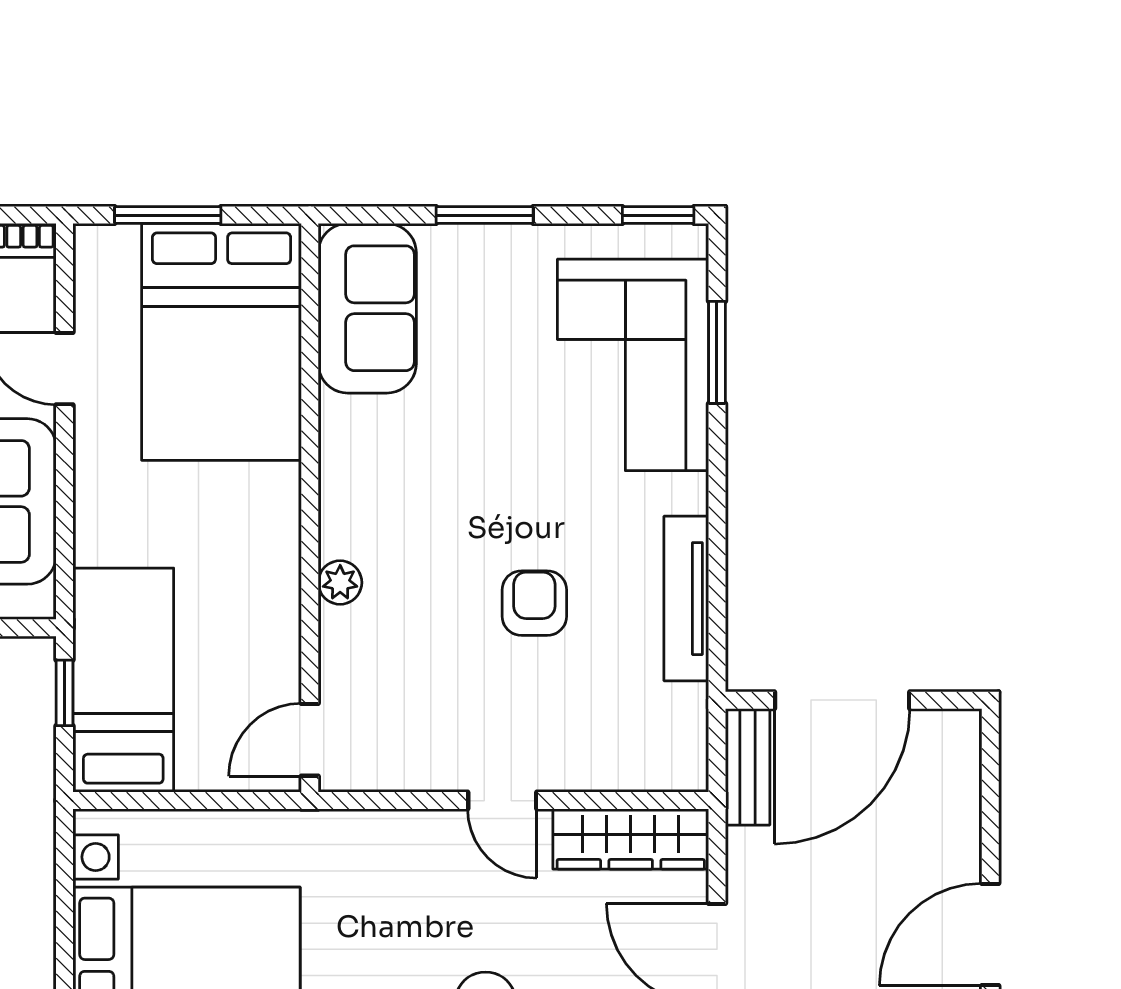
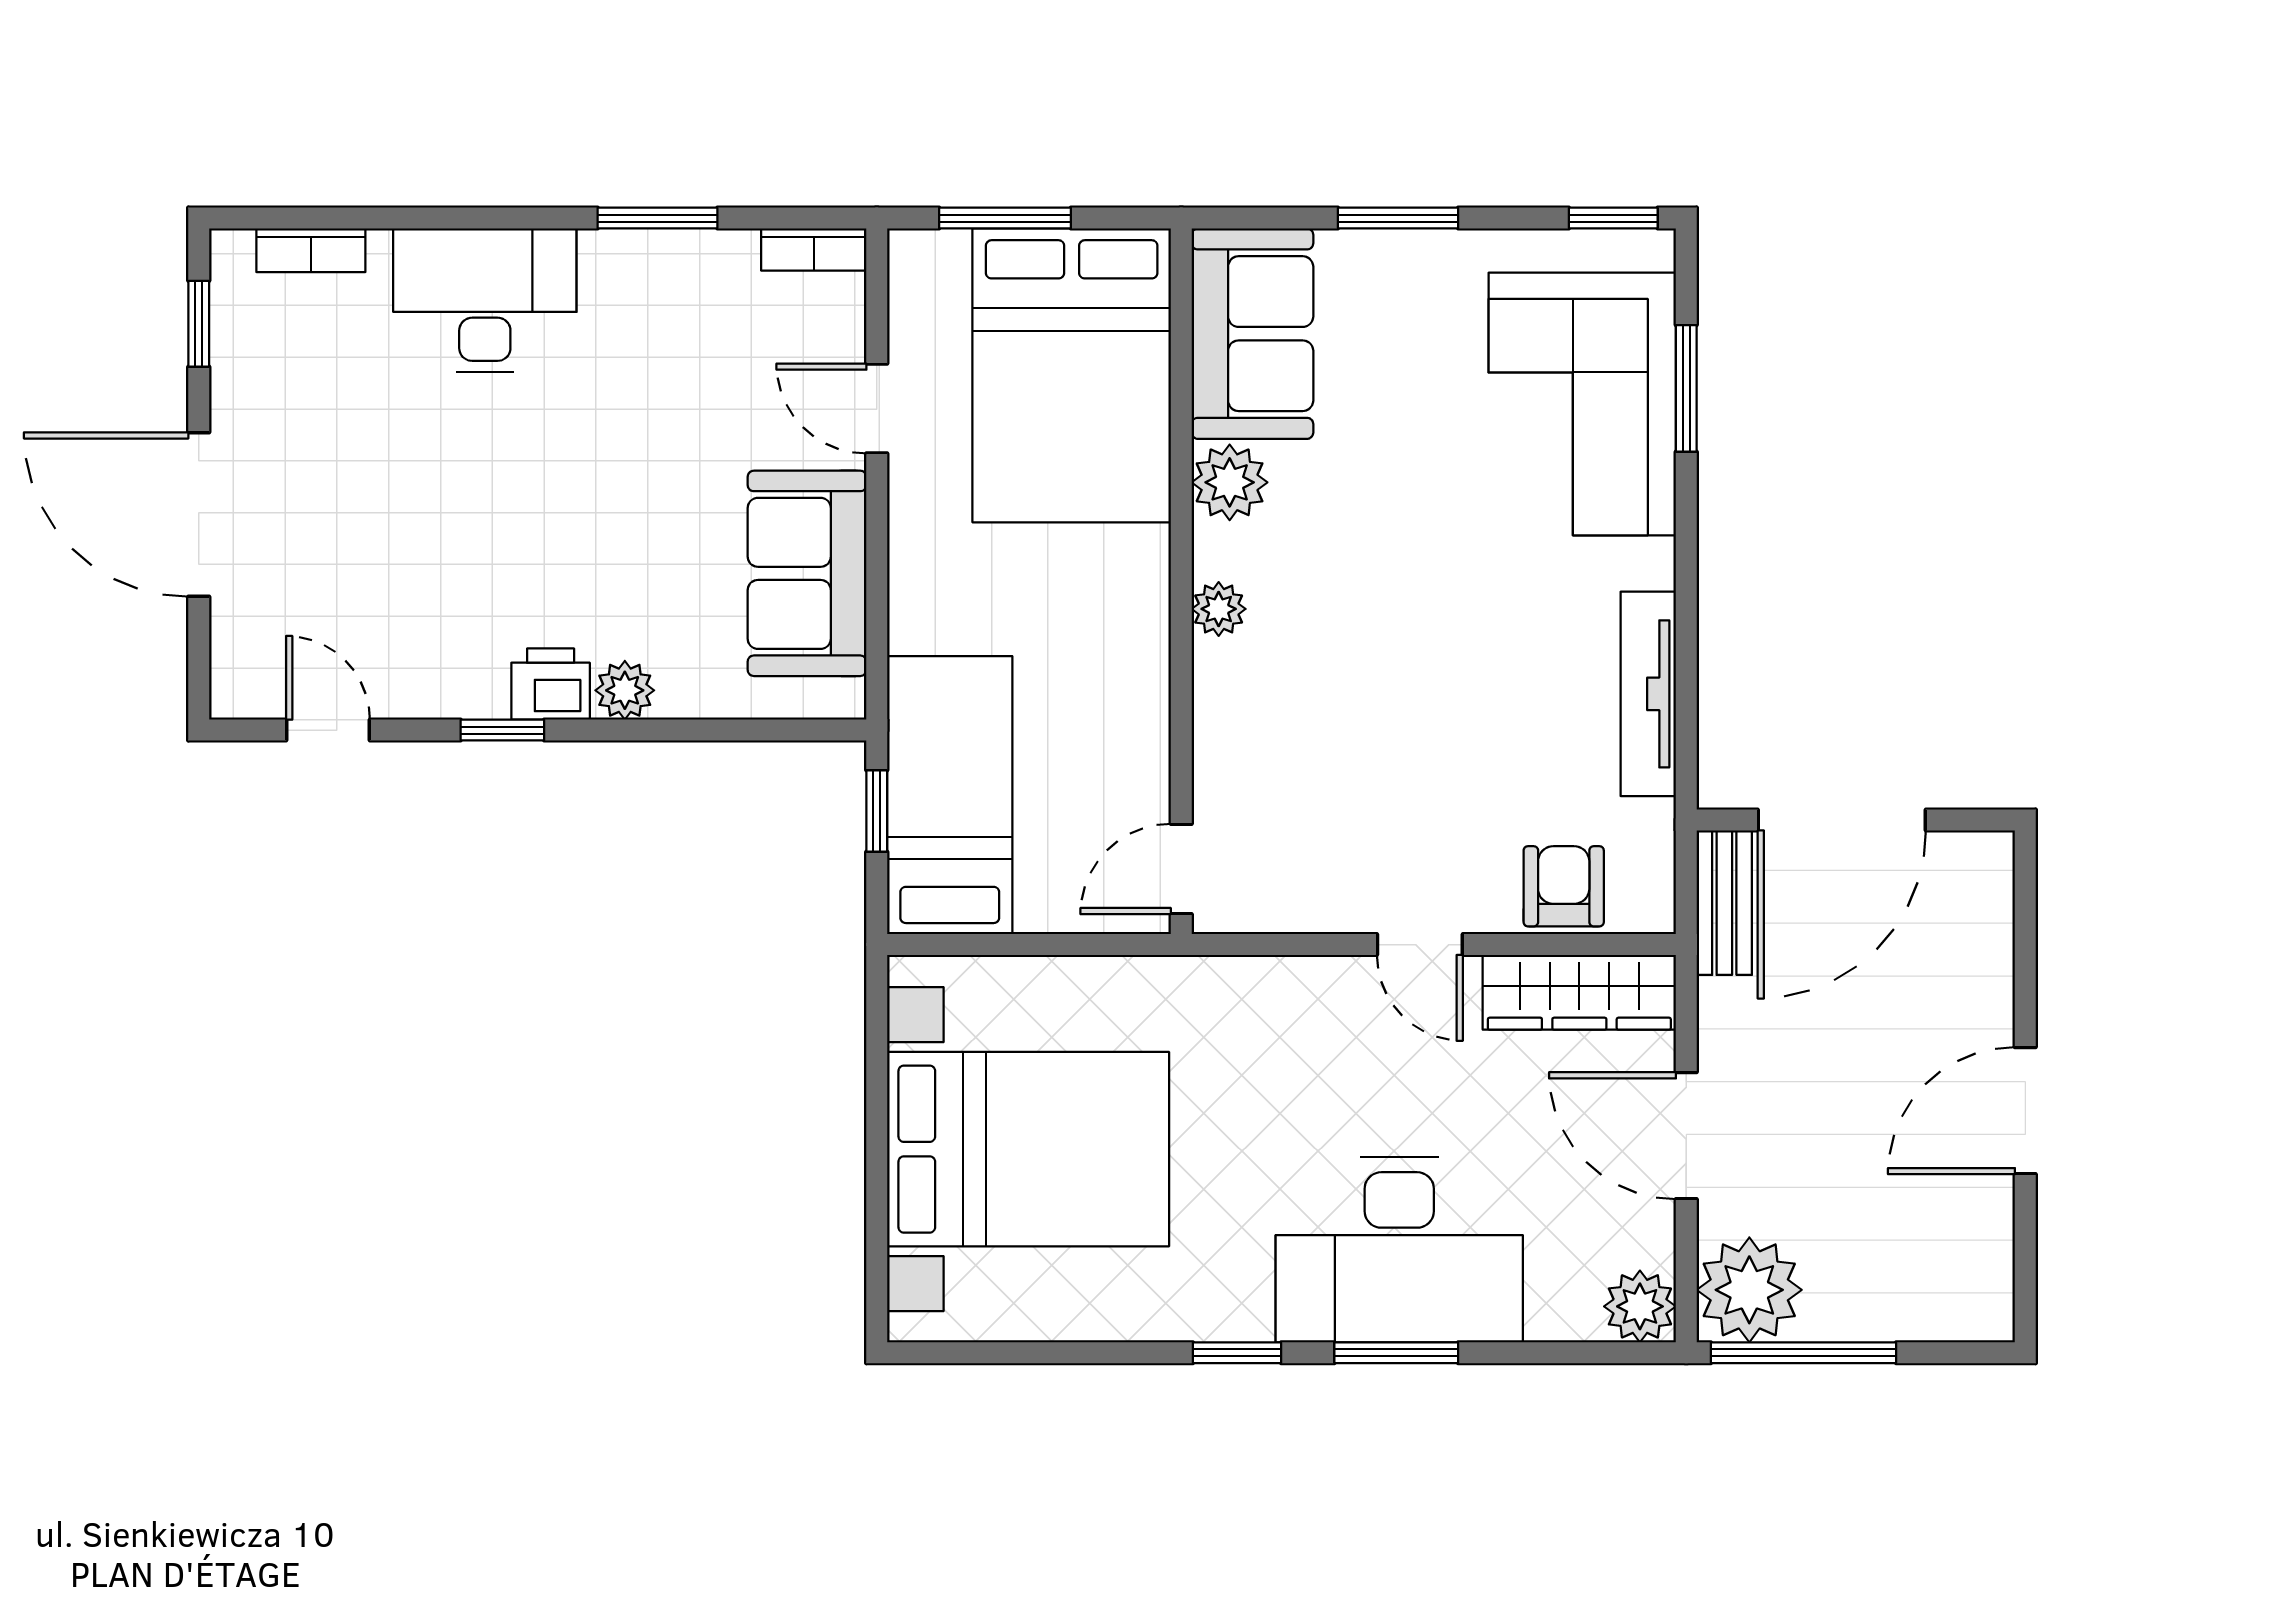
plant: (349, 428) -> (1230, 482), added
plant: (340, 583) -> (1219, 609), moved
armchair: (534, 603) -> (1564, 886), moved

